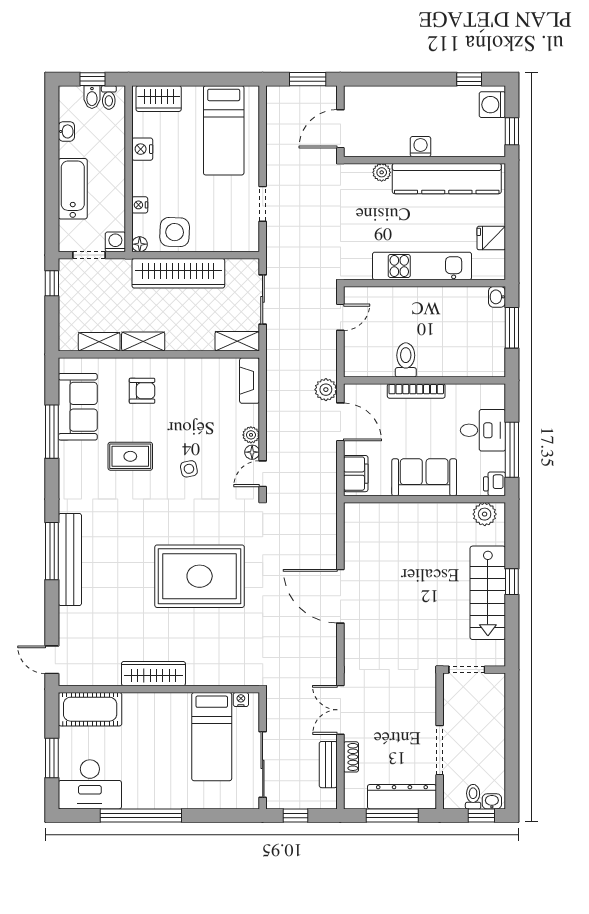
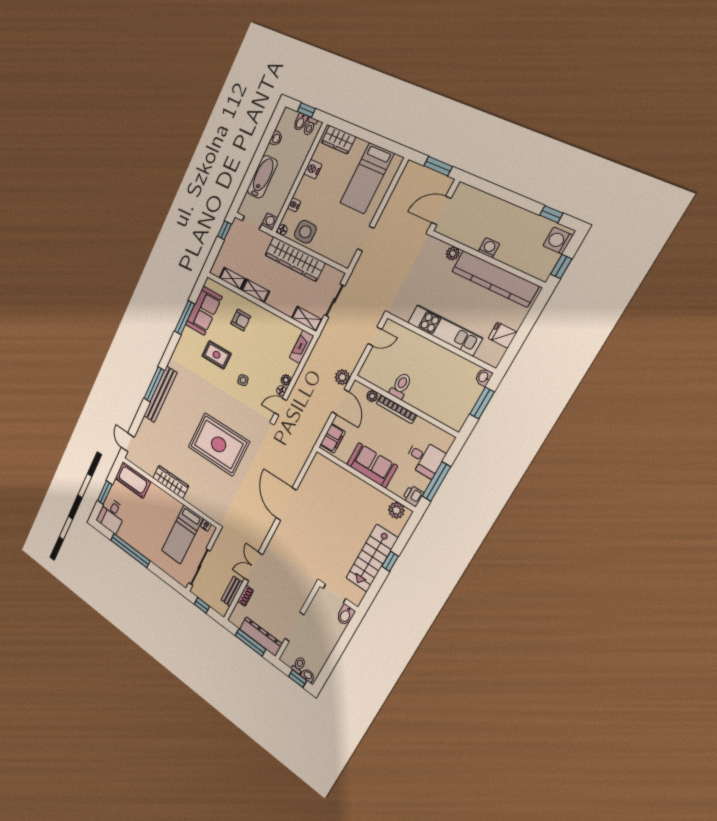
plant: (377, 392) -> (372, 396), added
bidet: (496, 687) -> (346, 615), added
desk: (90, 784) -> (111, 515), width x0.73

